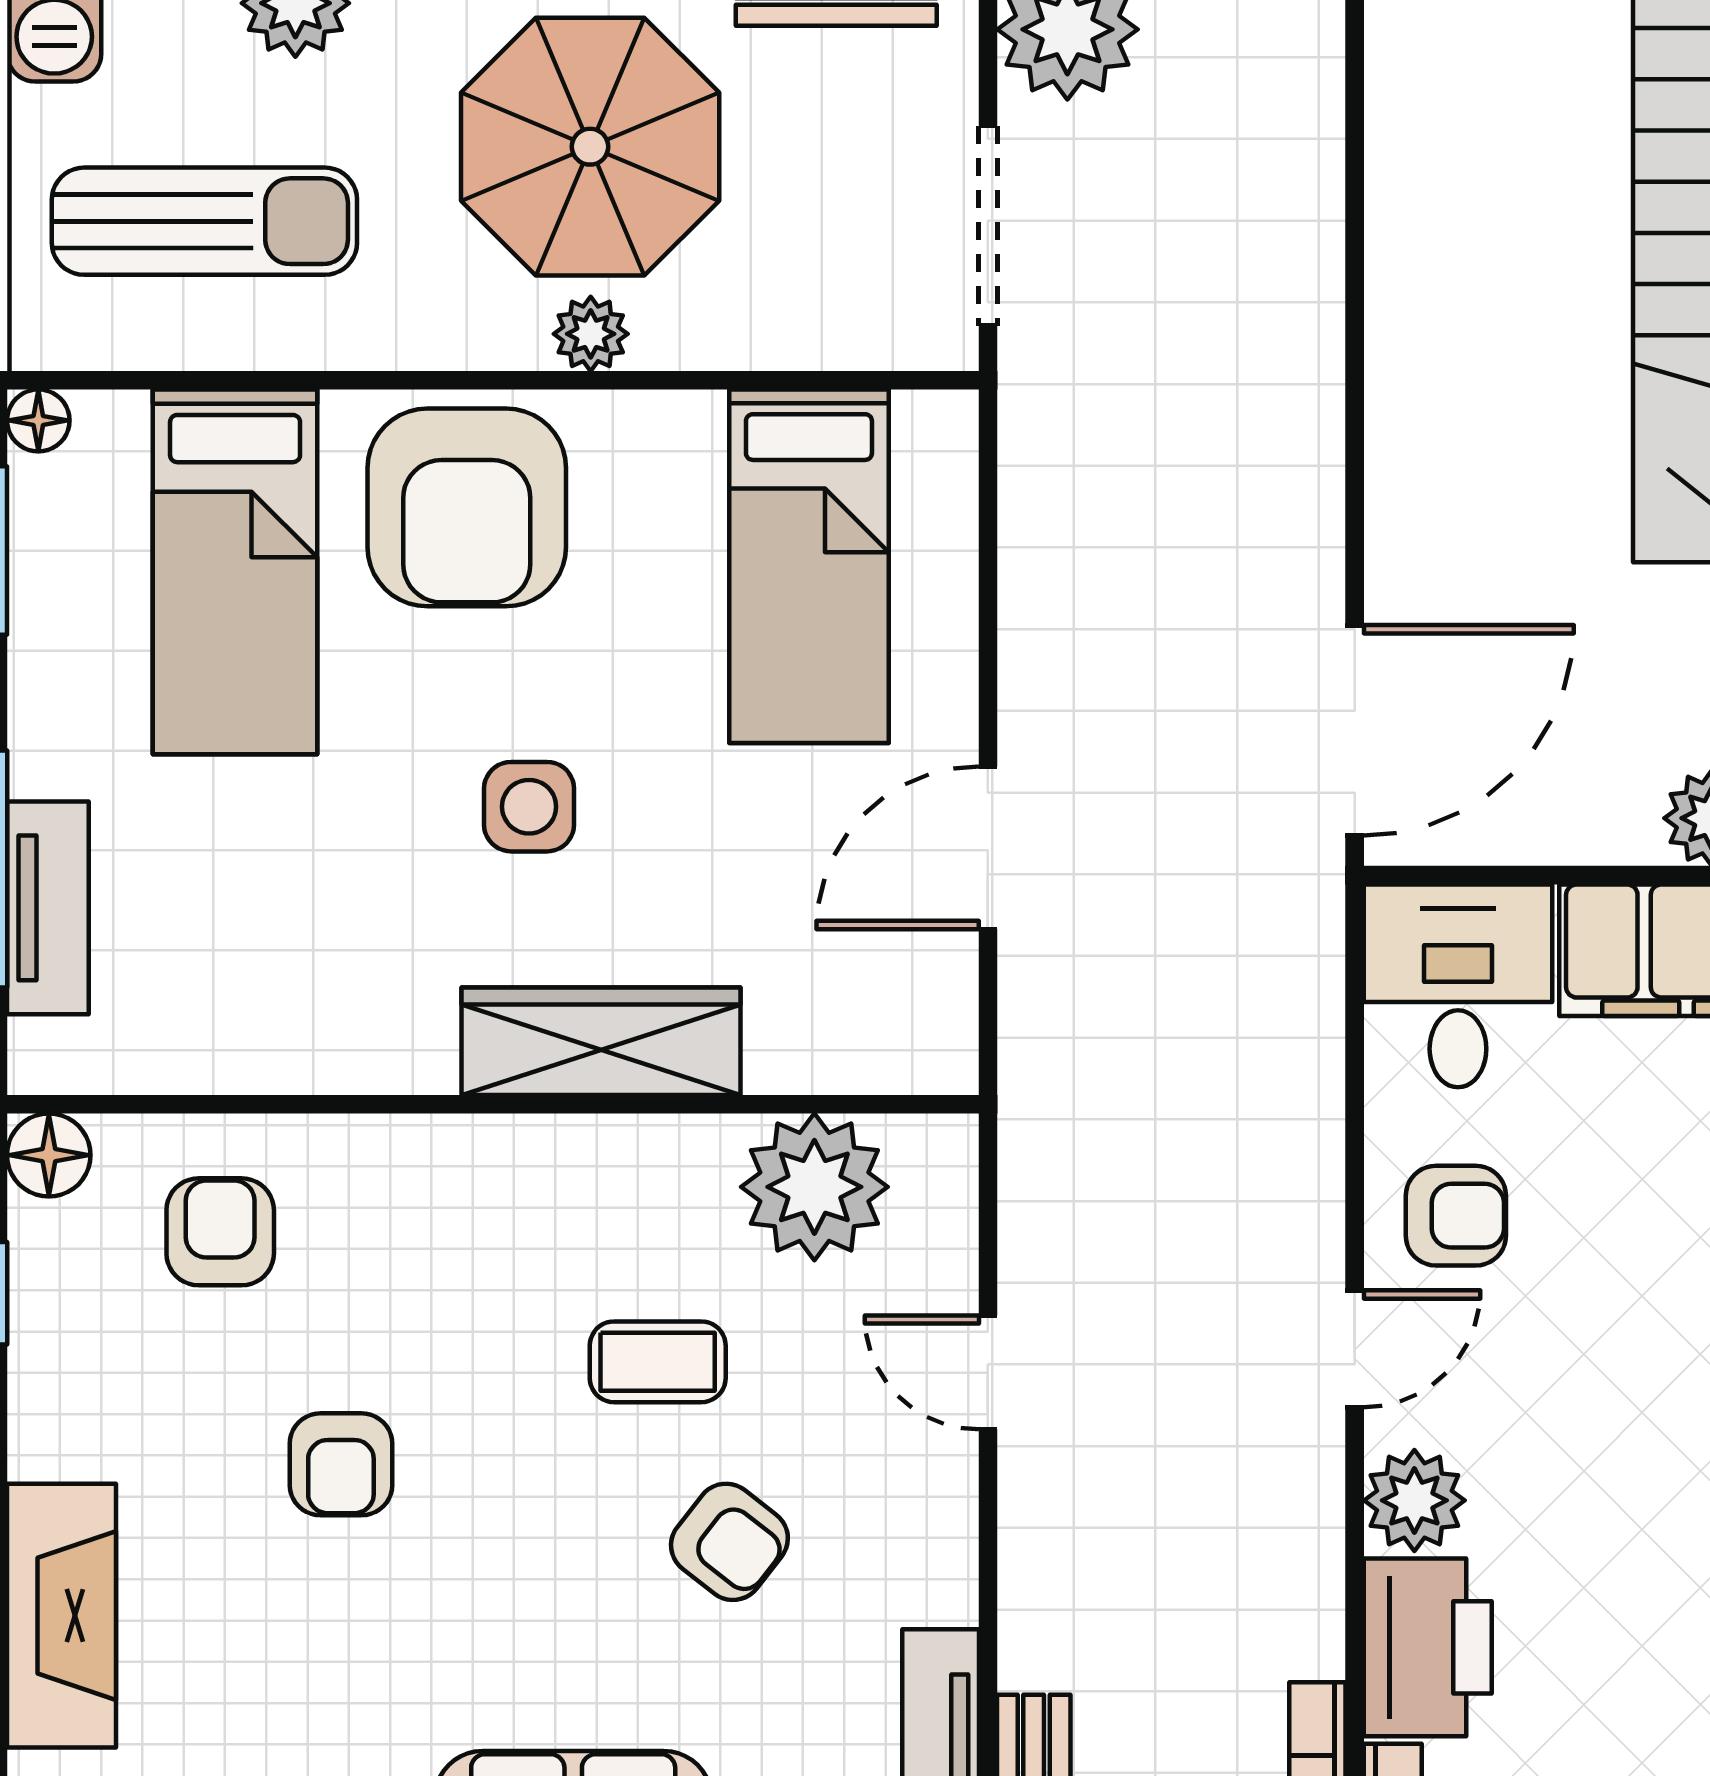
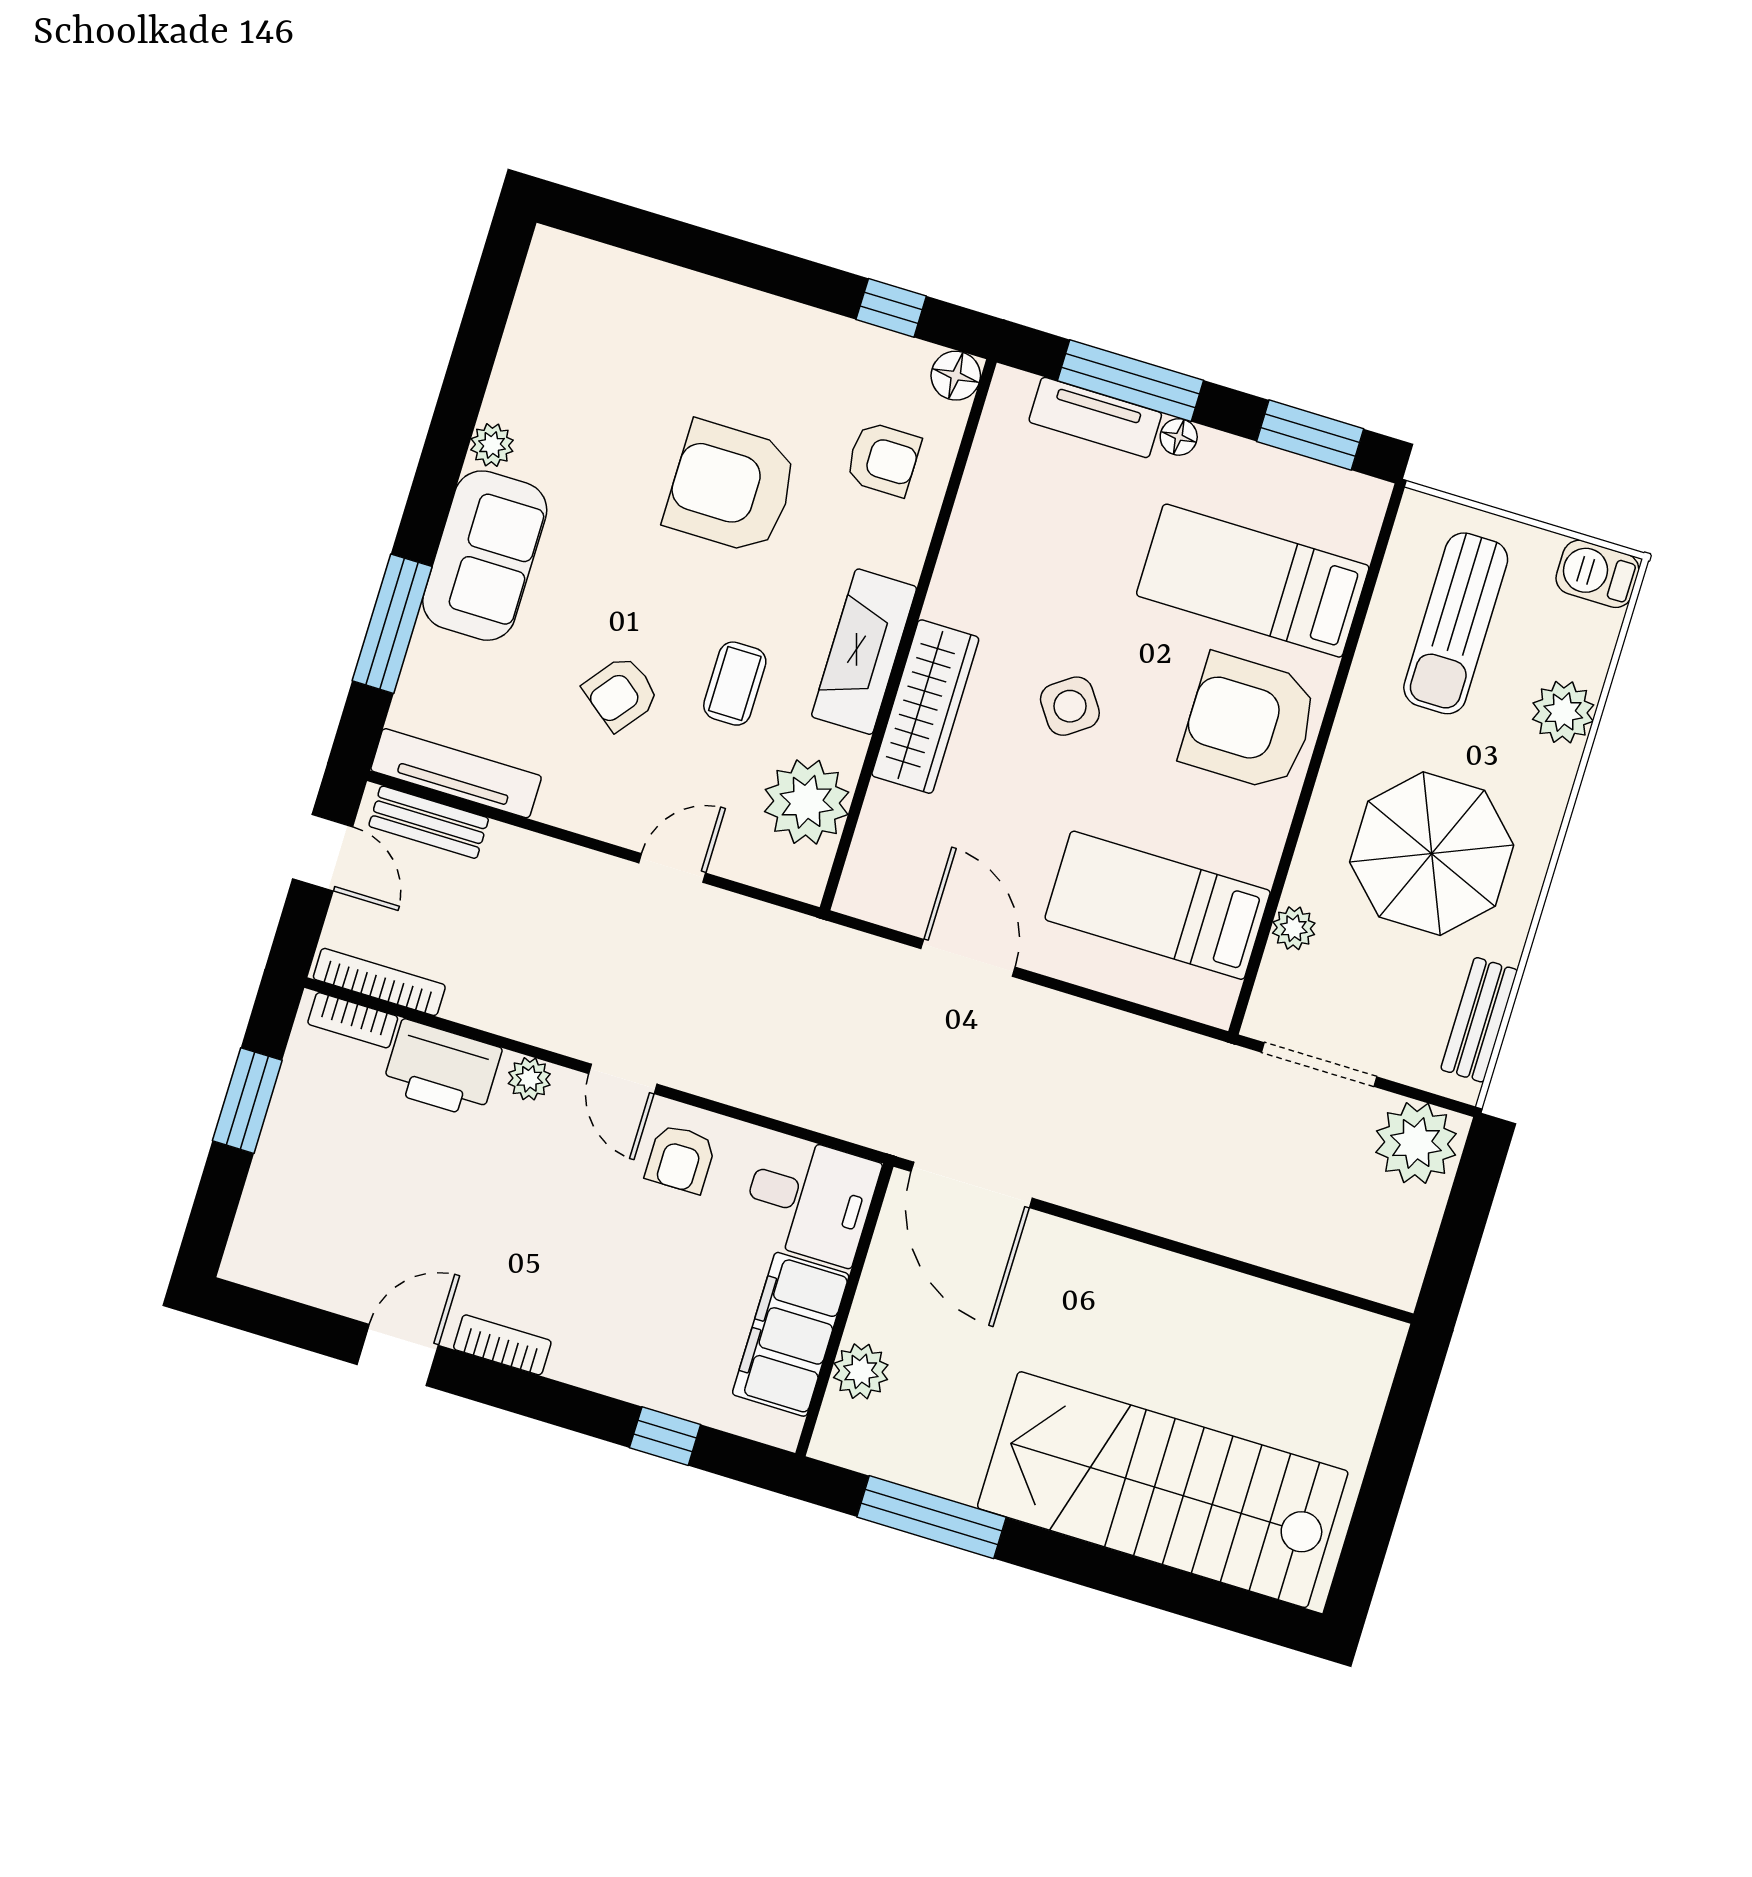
plant: (591, 334) -> (1294, 928), moved
floor lamp: (38, 420) -> (1179, 437), moved
side table: (529, 807) -> (1070, 706), turned -35
armchair: (341, 1464) -> (731, 487), width x1.88, depth x1.88
plant: (1414, 1500) -> (529, 1079), width x0.73, depth x0.73
fireplace: (62, 1616) -> (864, 652), moved, turned 90

